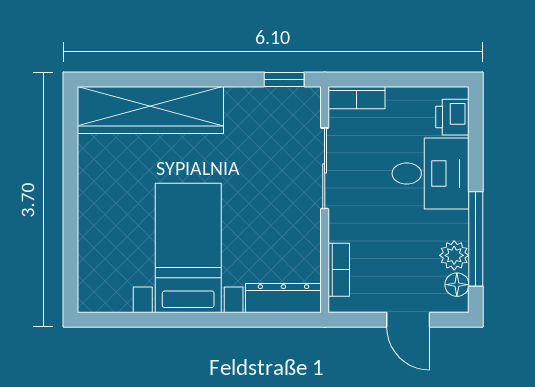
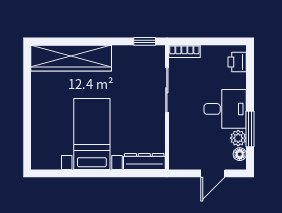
desk: (430, 174) -> (225, 109), moved
window: (476, 239) -> (250, 129), width x0.69
bookcase: (339, 270) -> (175, 146), removed
door: (408, 320) -> (213, 173), hinge flipped

